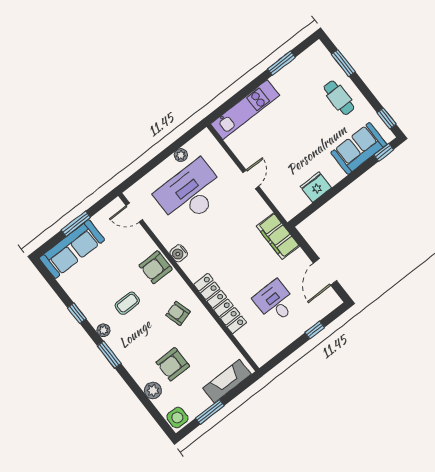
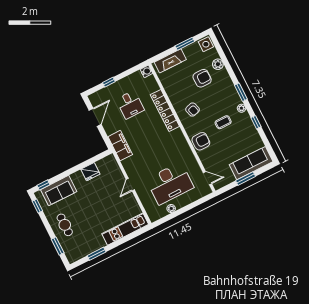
water cooler: (179, 253) -> (146, 71), moved

